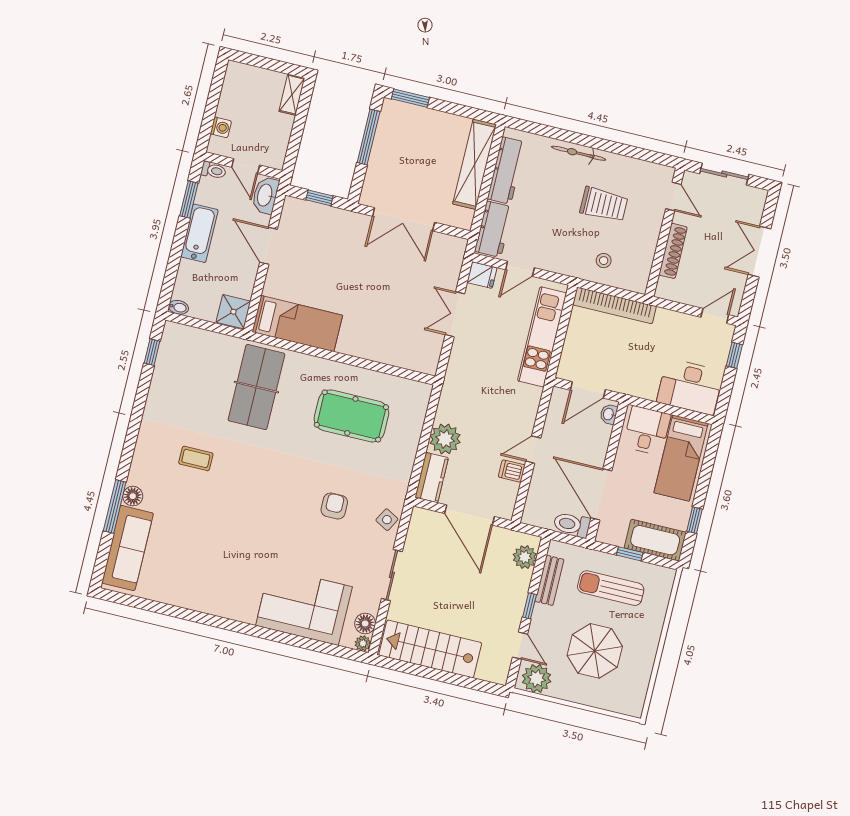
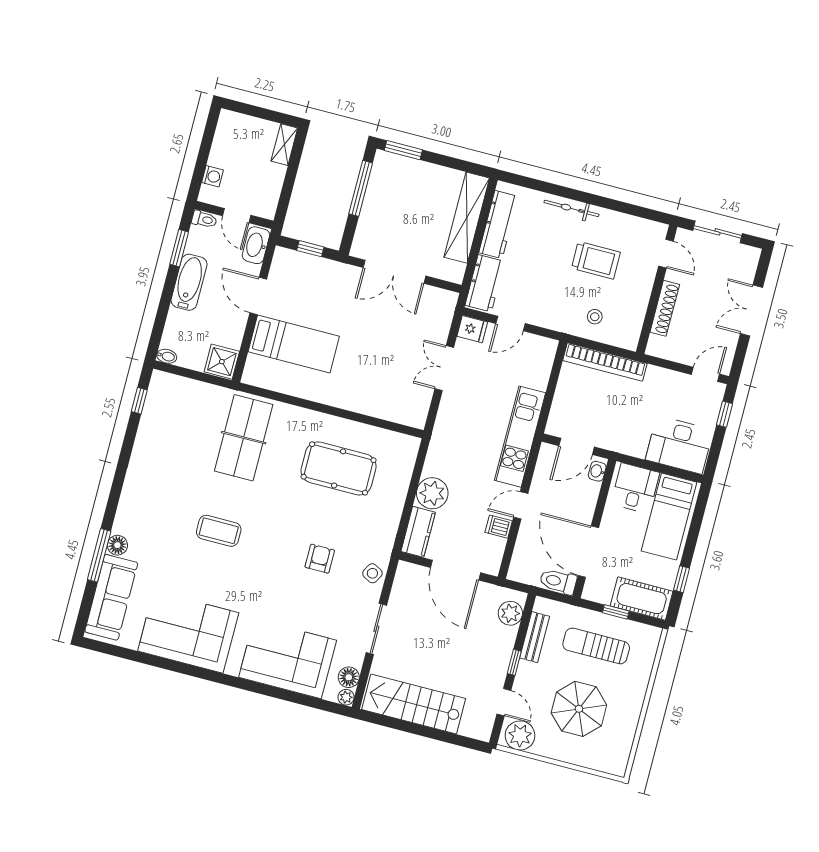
bed: (297, 324) -> (294, 344), moved
kitchen unit: (542, 337) -> (520, 437), moved
coffee table: (196, 458) -> (219, 531), moved, width x1.36, depth x1.30
corner sofa: (205, 581) -> (188, 632), added

